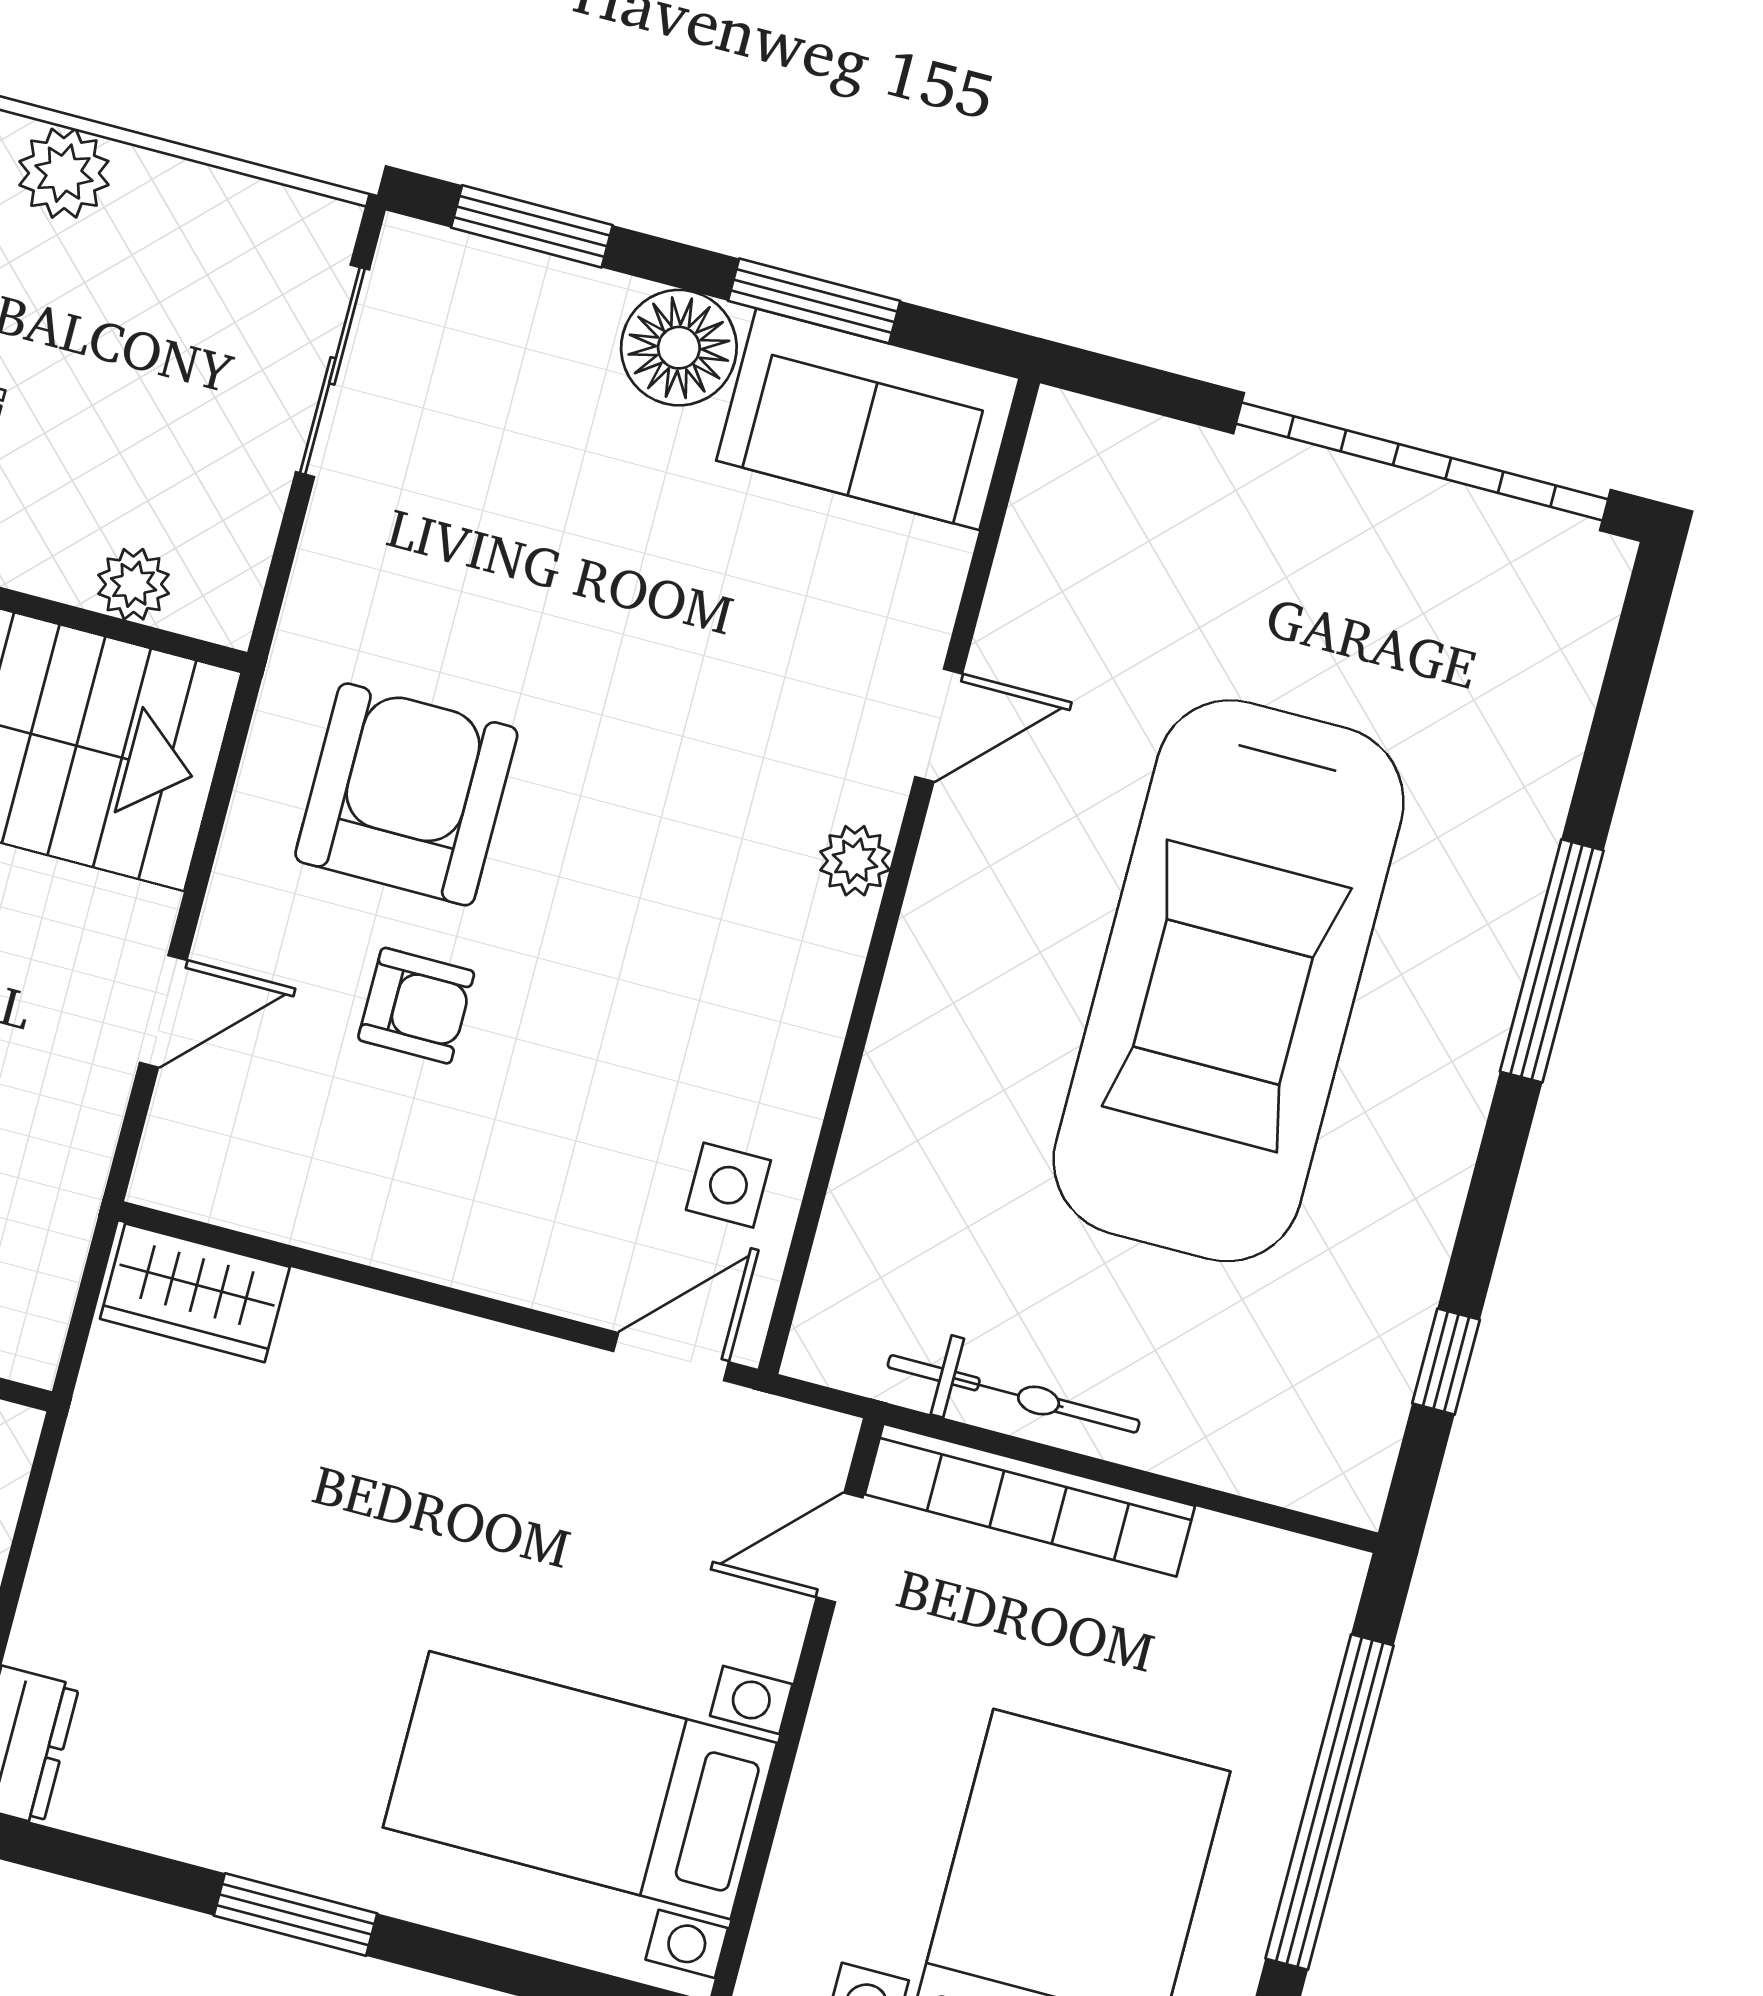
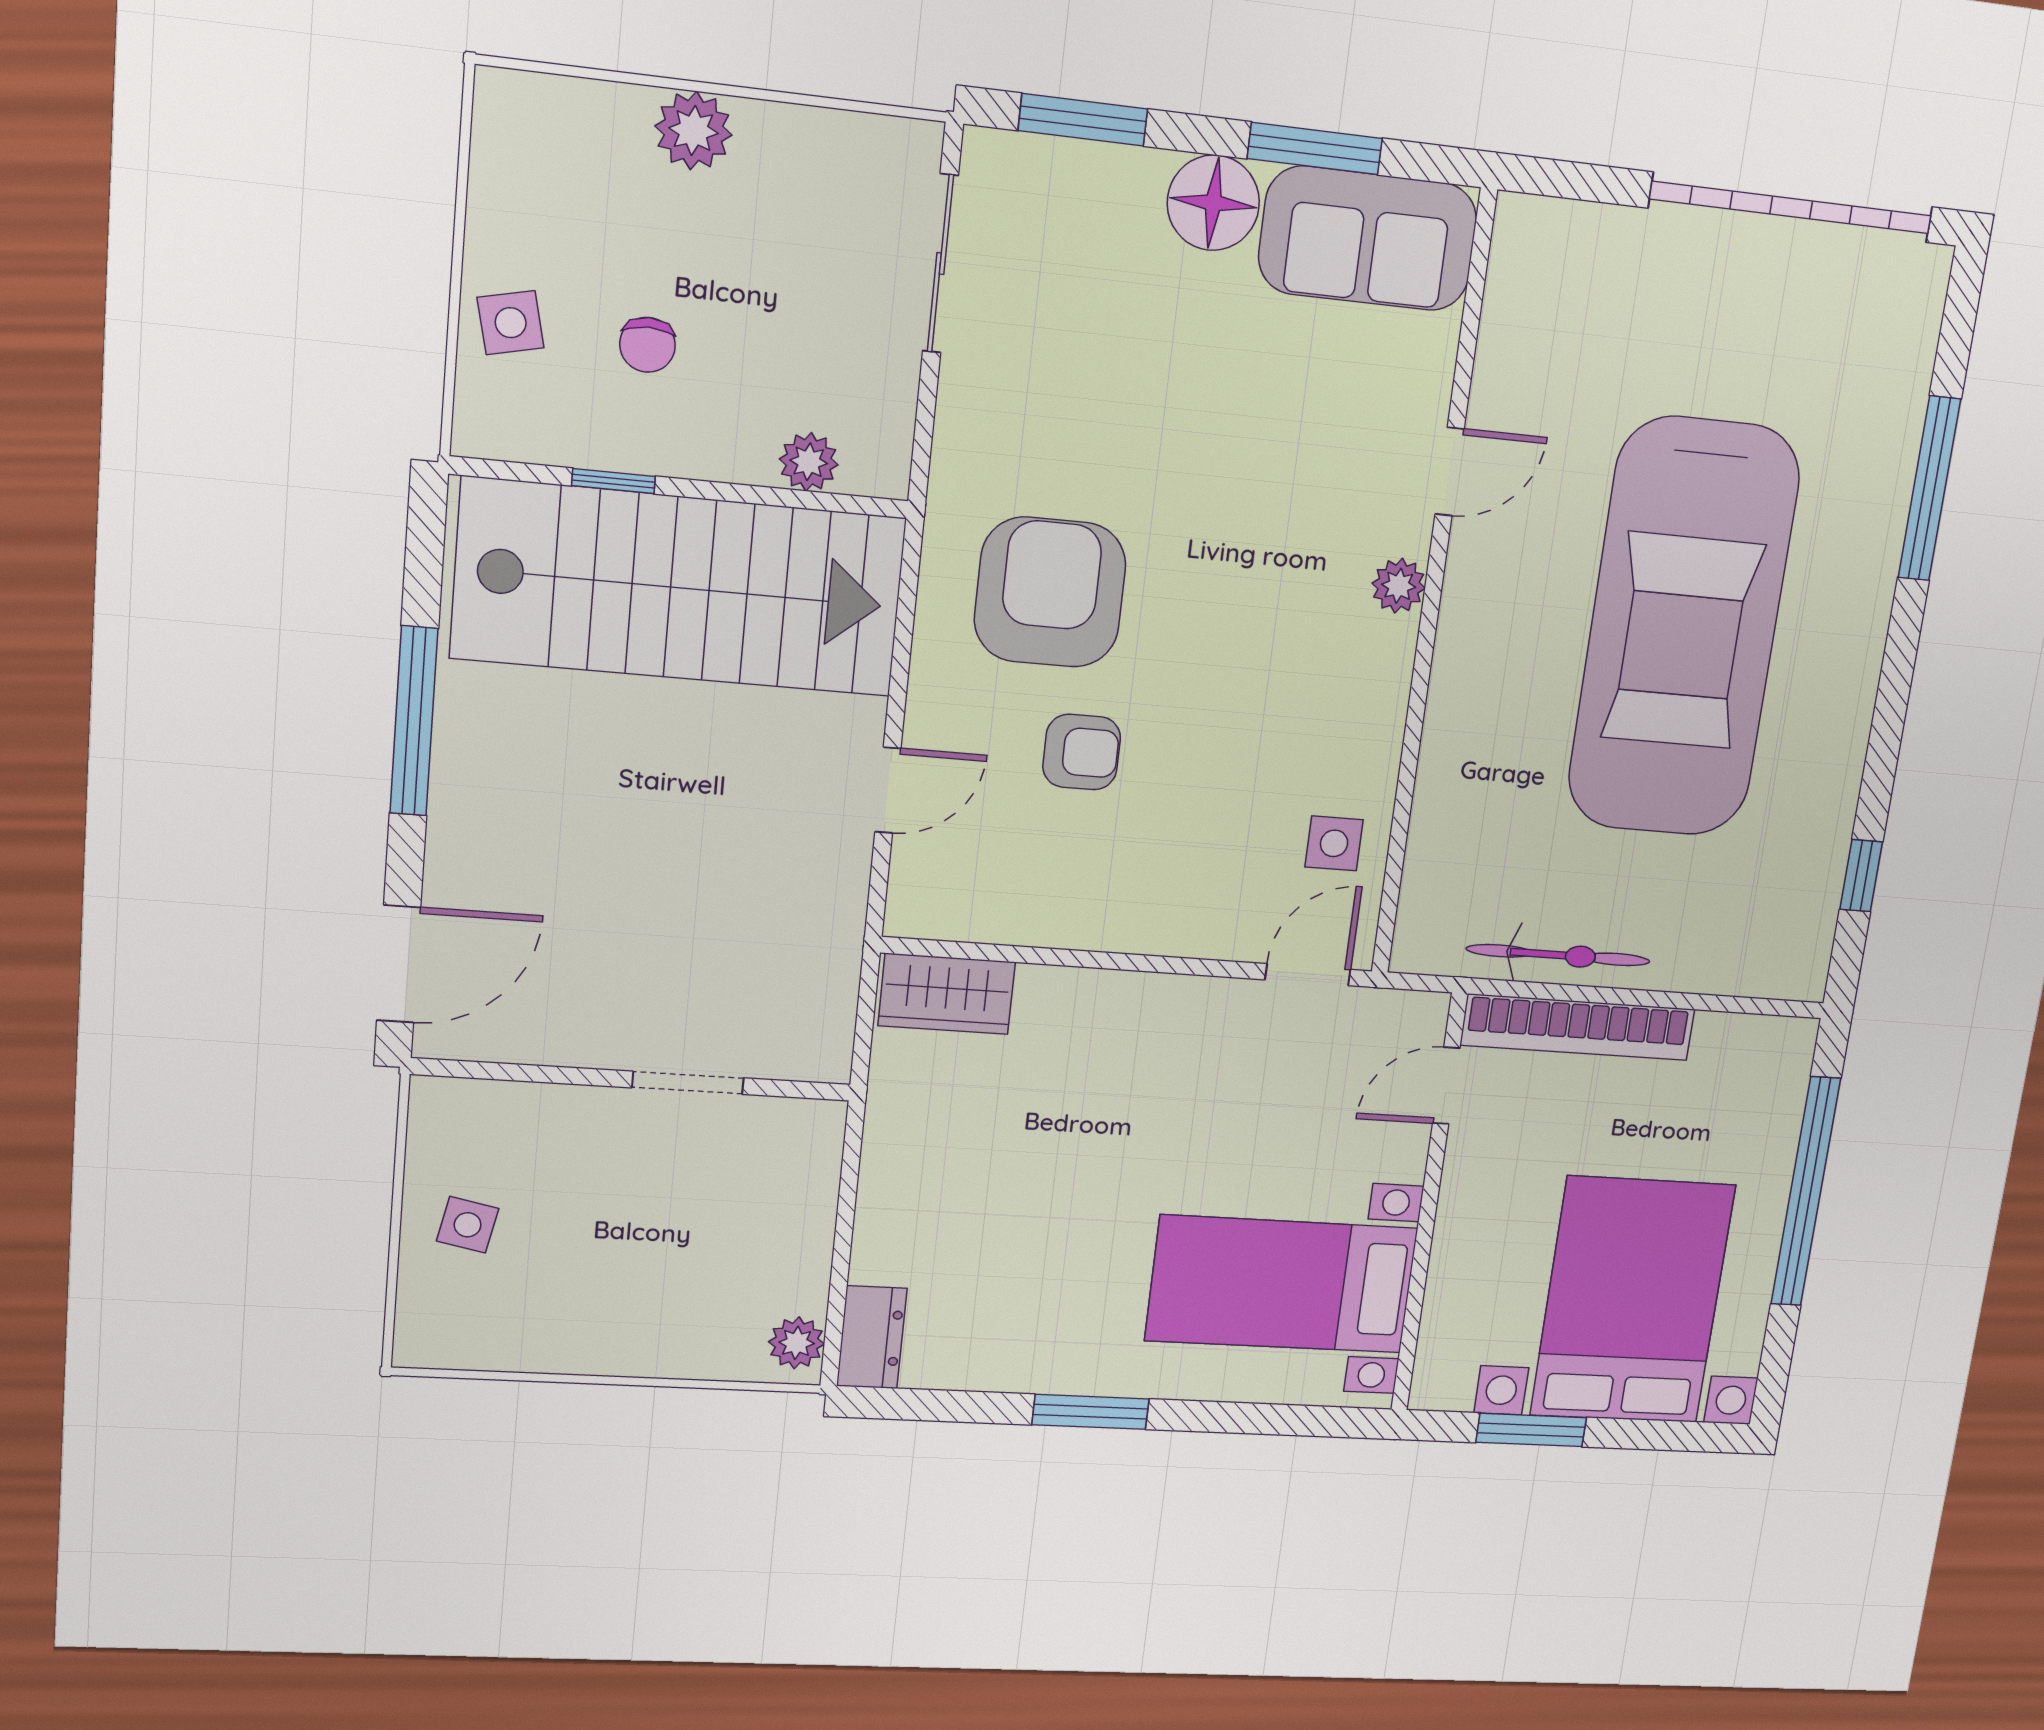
window: (1552, 961) -> (1929, 489), moved

